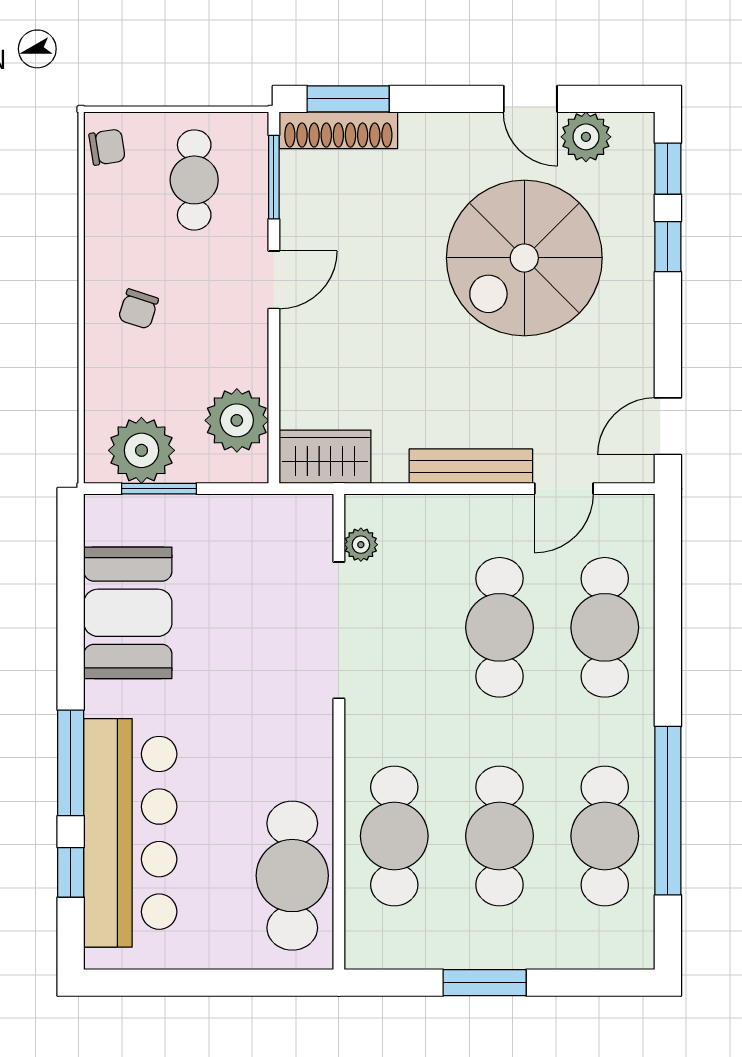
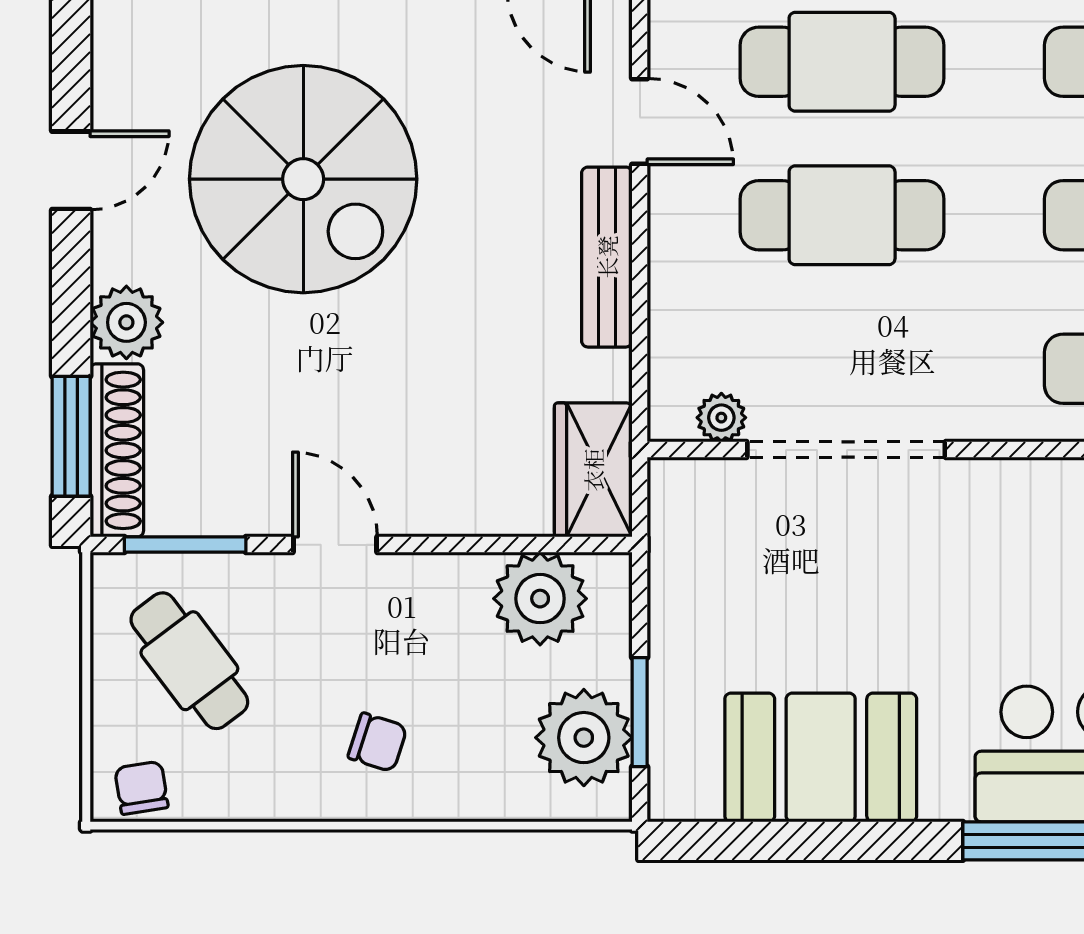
plant: (586, 137) -> (126, 322), moved
cafe table: (194, 180) -> (189, 661), turned 53

